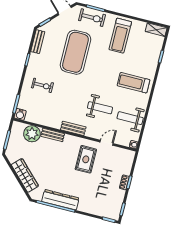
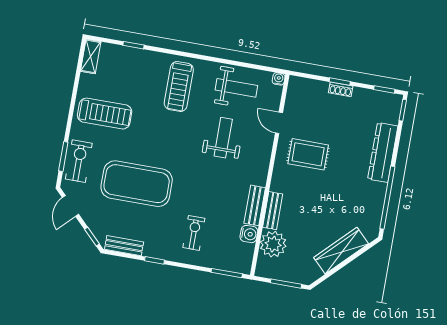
water cooler: (20, 114) -> (249, 234), moved
weight bench: (130, 118) -> (236, 88), turned -90
bench: (73, 128) -> (255, 205), moved
dresser: (60, 200) -> (383, 152), moved

